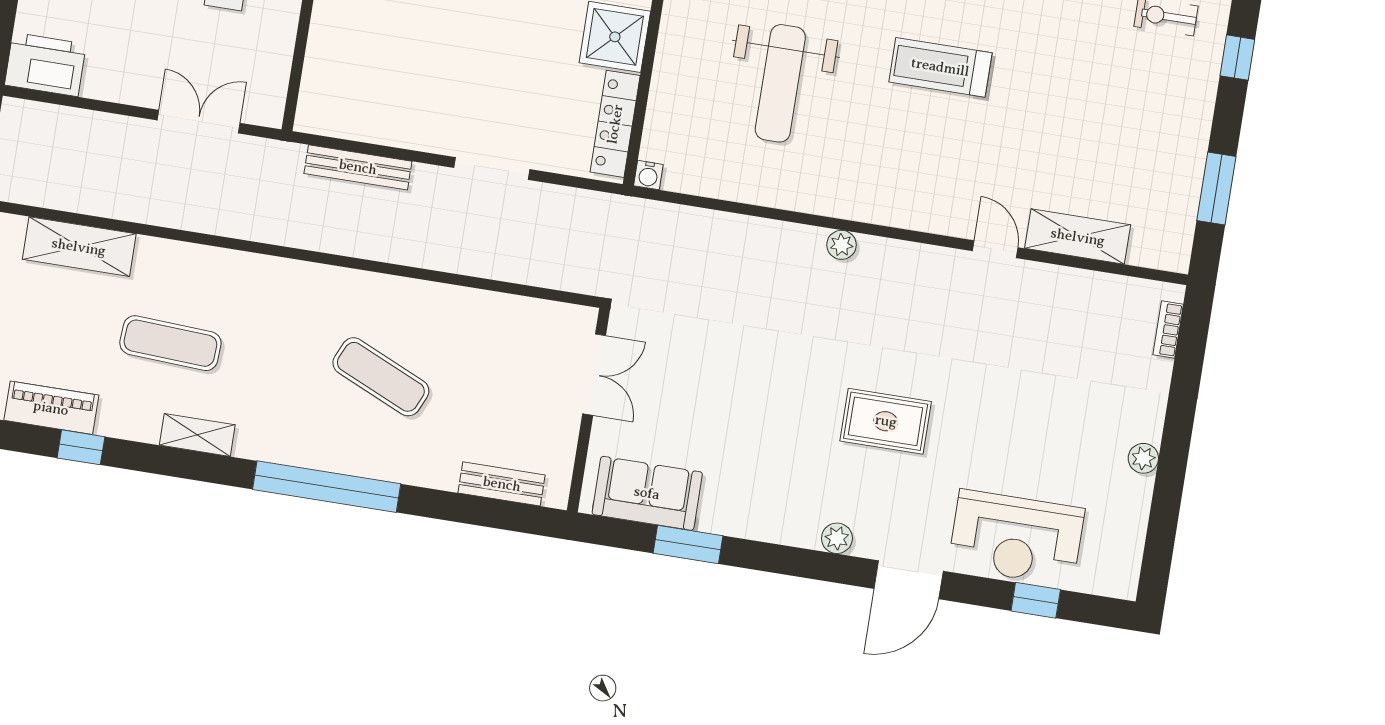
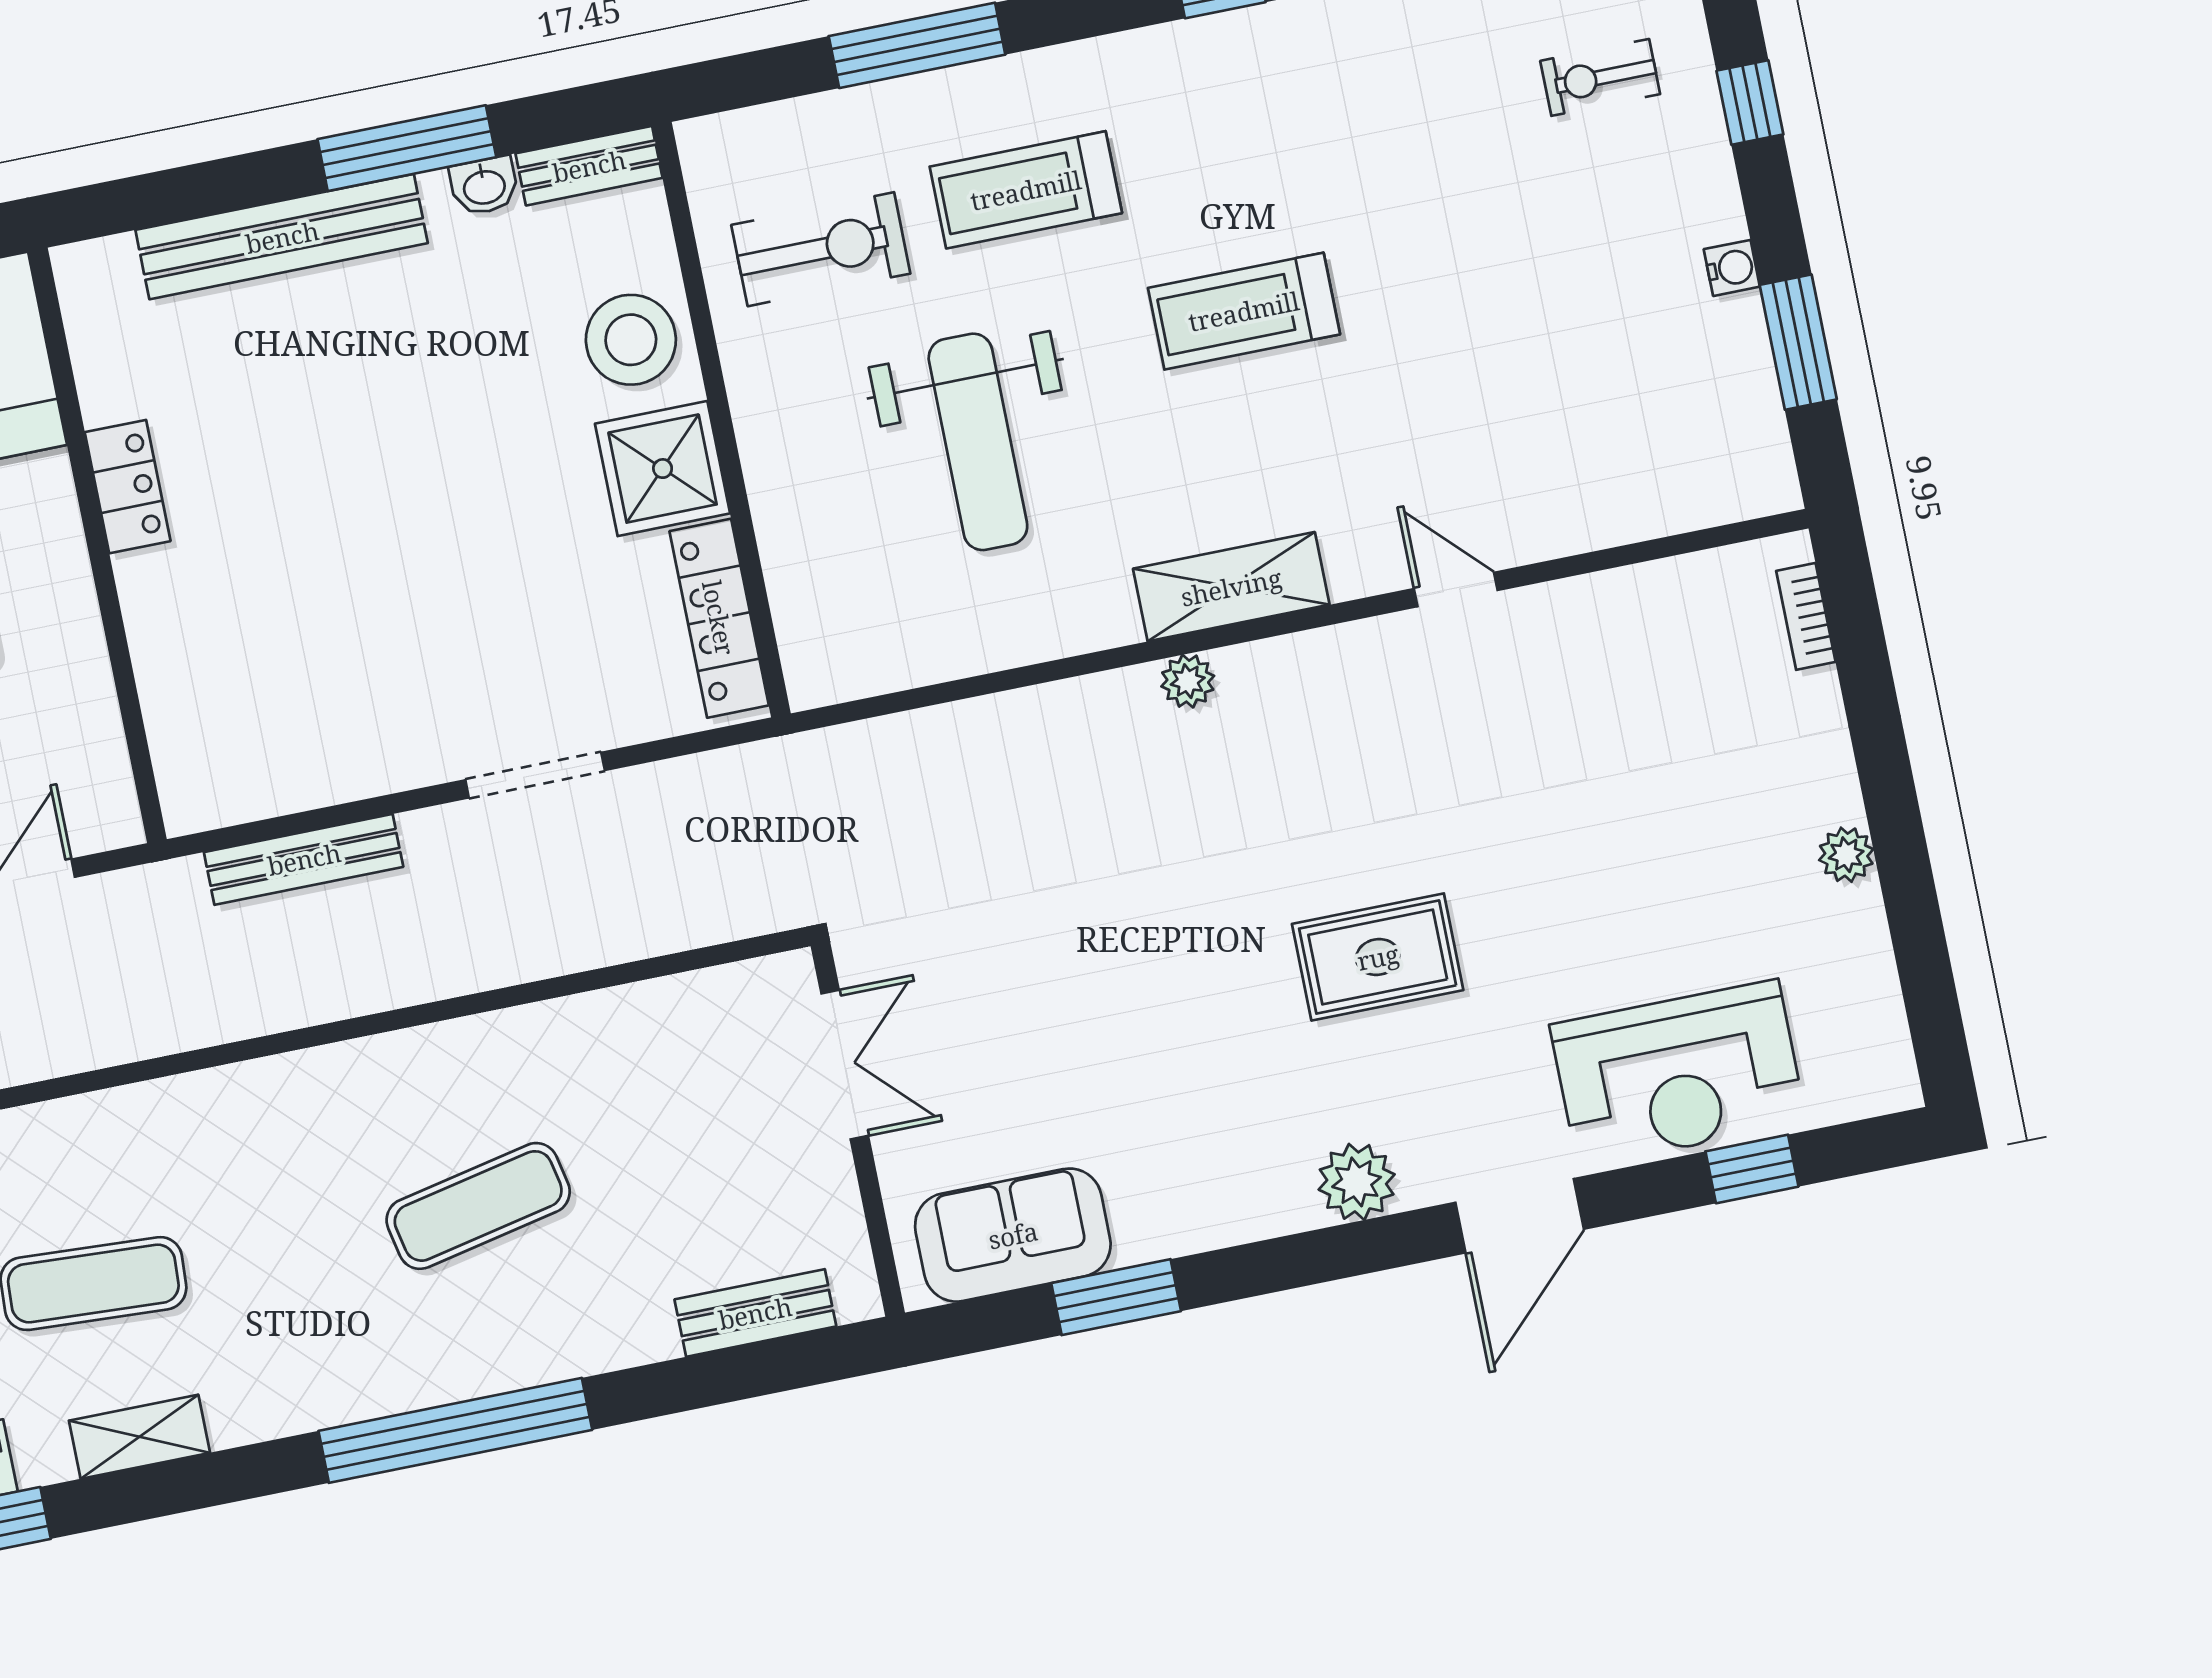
water cooler: (648, 175) -> (1732, 268), moved, turned -90
shelving: (1078, 237) -> (1231, 587), moved
exercise mat: (381, 377) -> (478, 1206), turned -36
shelving: (197, 435) -> (139, 1437), moved
plant: (837, 538) -> (1357, 1182), width x1.38, depth x1.38

